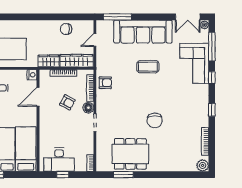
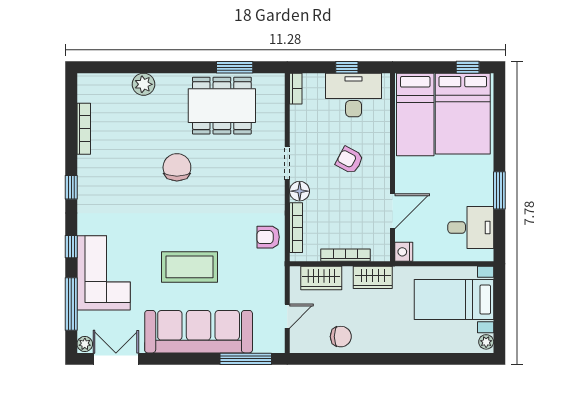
wardrobe: (77, 61) -> (321, 278), width x0.67
coffee table: (148, 67) -> (190, 267), width x1.36, depth x1.32
armchair: (67, 102) -> (349, 160), moved
plant: (203, 165) -> (144, 84), moved

